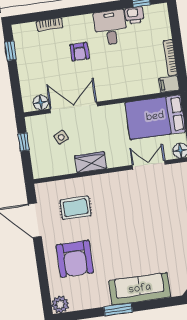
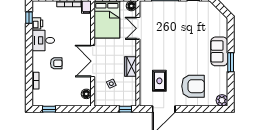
double door: (74, 108) -> (93, 61), moved
window: (24, 142) -> (125, 109), moved
sofa: (140, 289) -> (219, 51), width x0.73

